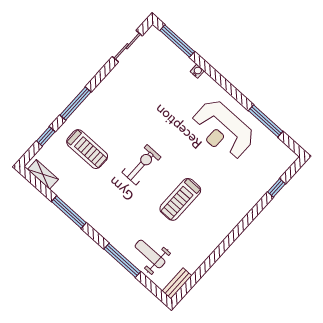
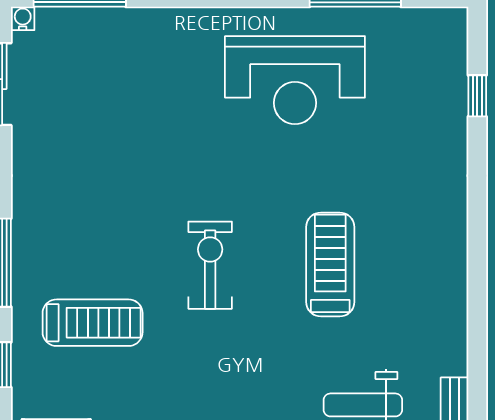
water cooler: (197, 71) -> (23, 18), moved
treadmill: (180, 199) -> (330, 265), turned 180

